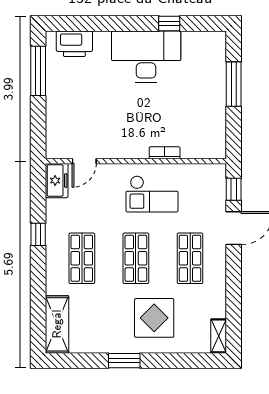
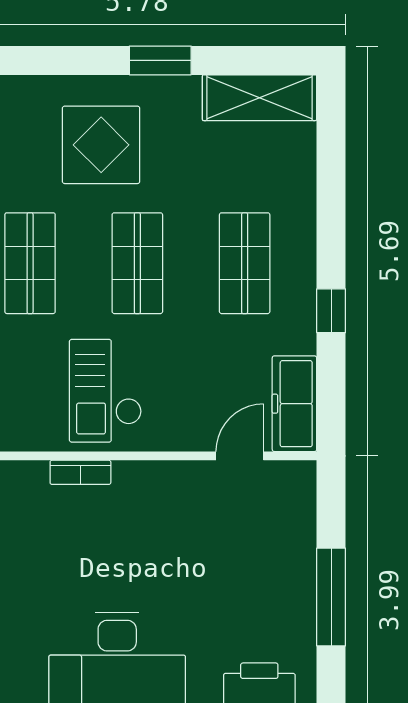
window: (38, 71) -> (331, 597), moved
freezer: (57, 181) -> (294, 404), width x1.40
checkout: (152, 194) -> (105, 391), turned -90
shelving: (57, 324) -> (260, 98), moved, turned 90

